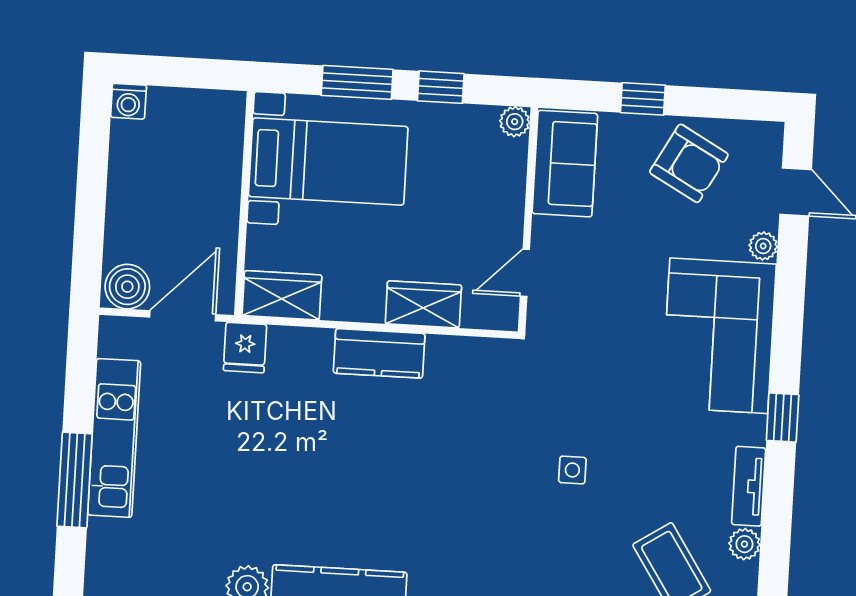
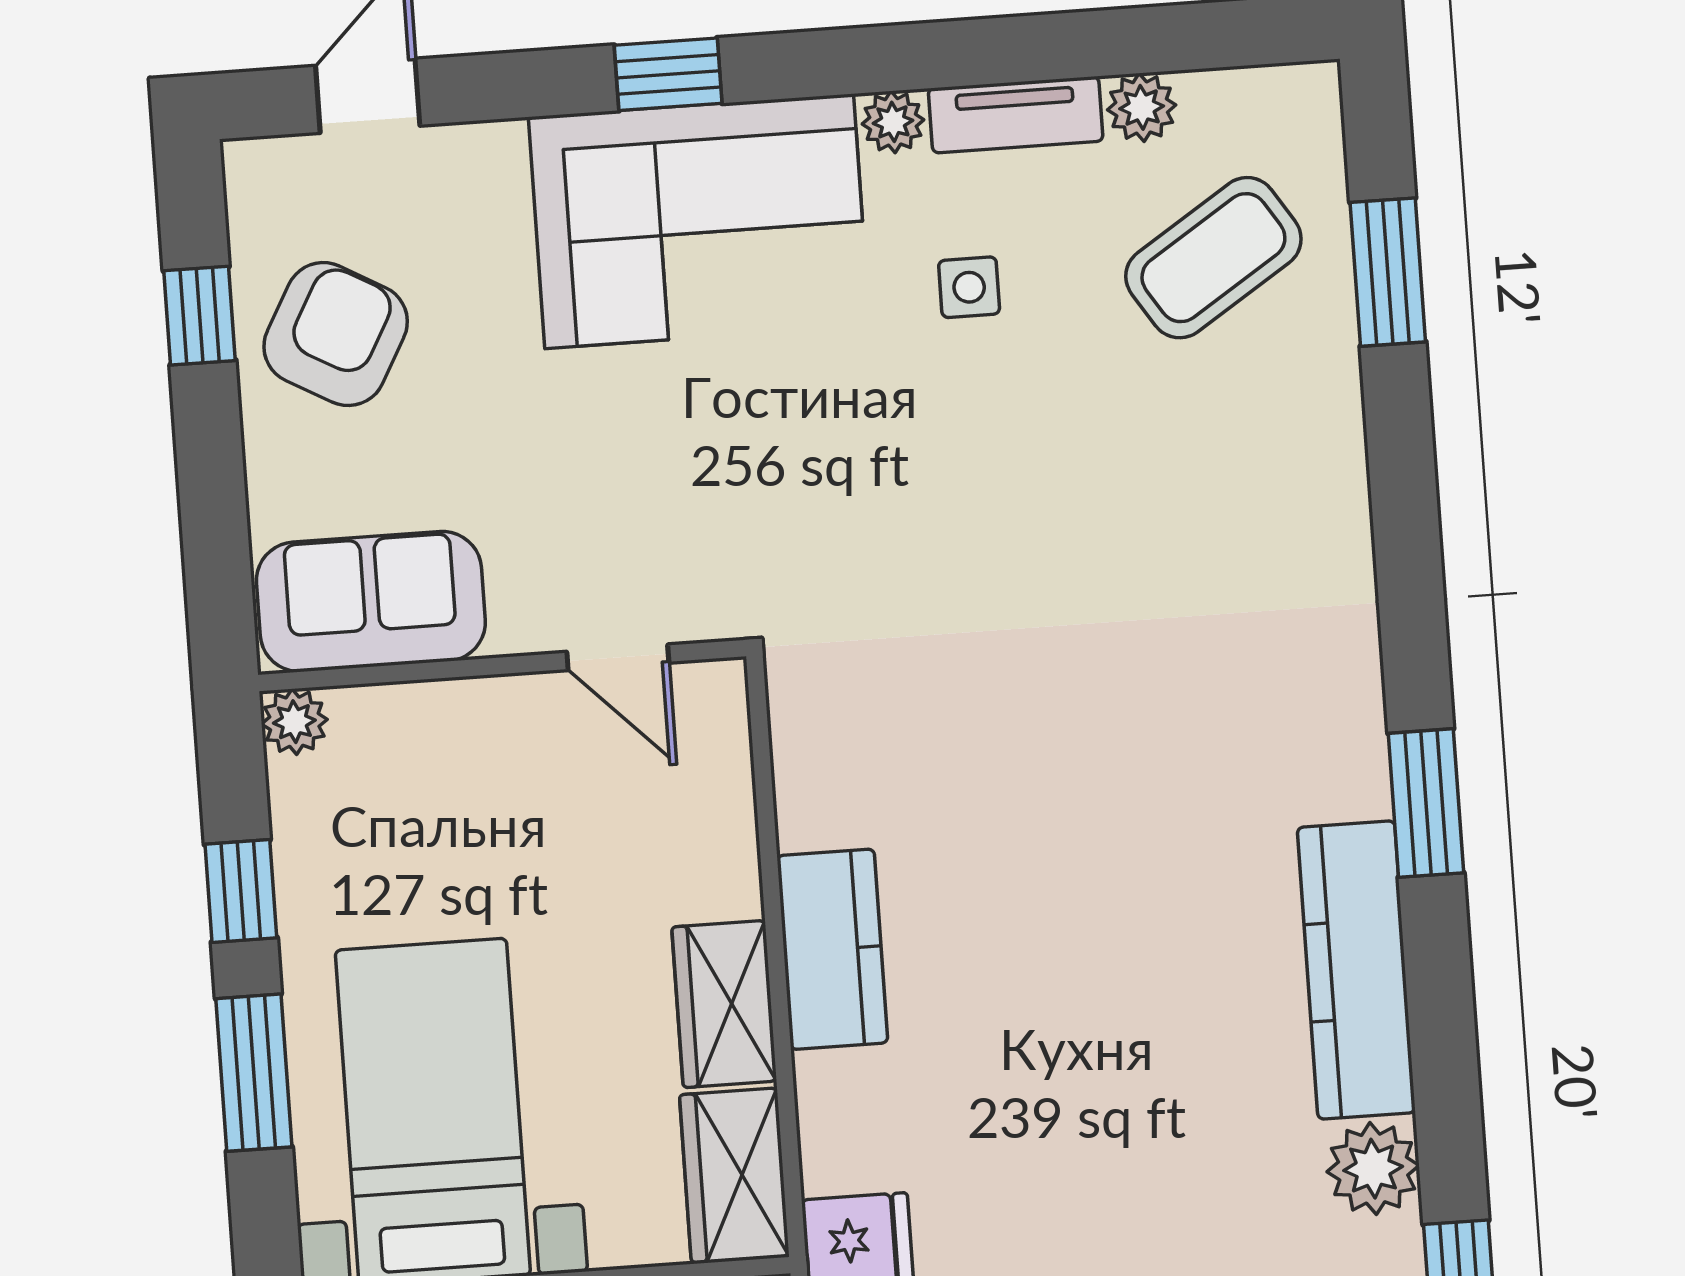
window: (643, 99) -> (200, 316), moved
plant: (763, 246) -> (893, 122), moved
wardrobe: (423, 304) -> (724, 1004), moved
window: (783, 418) -> (668, 74), moved
side table: (572, 470) -> (969, 287), moved

